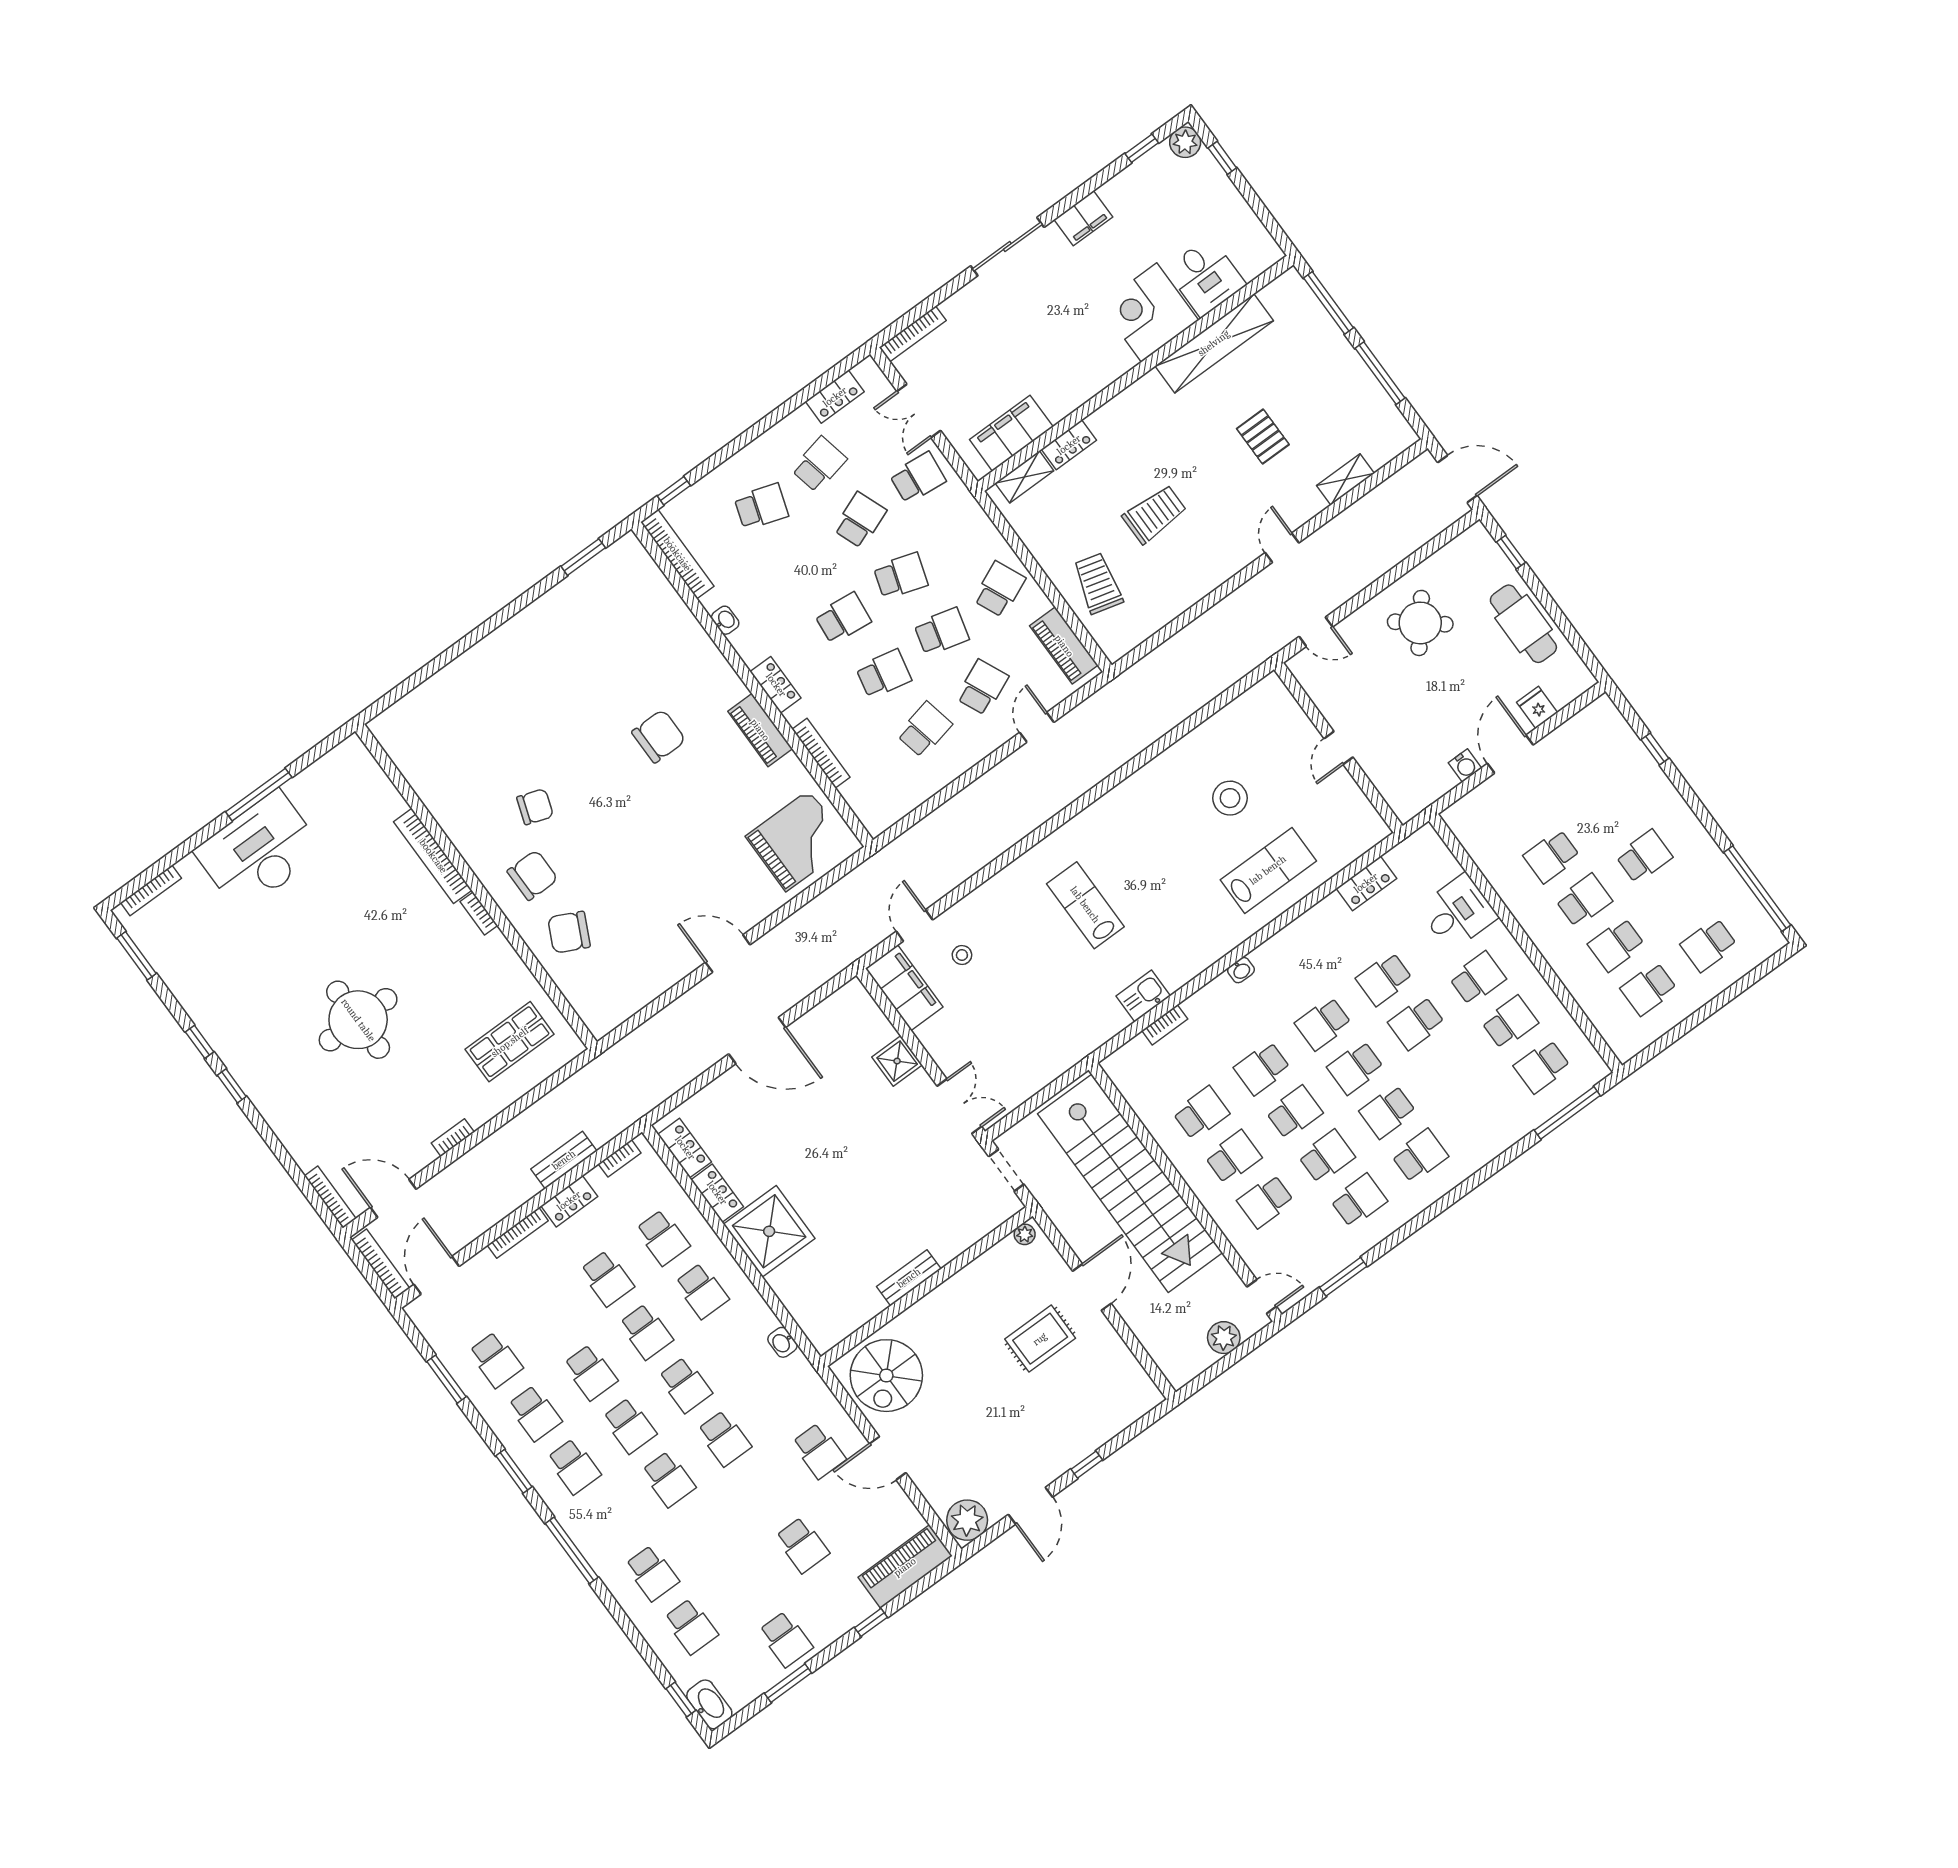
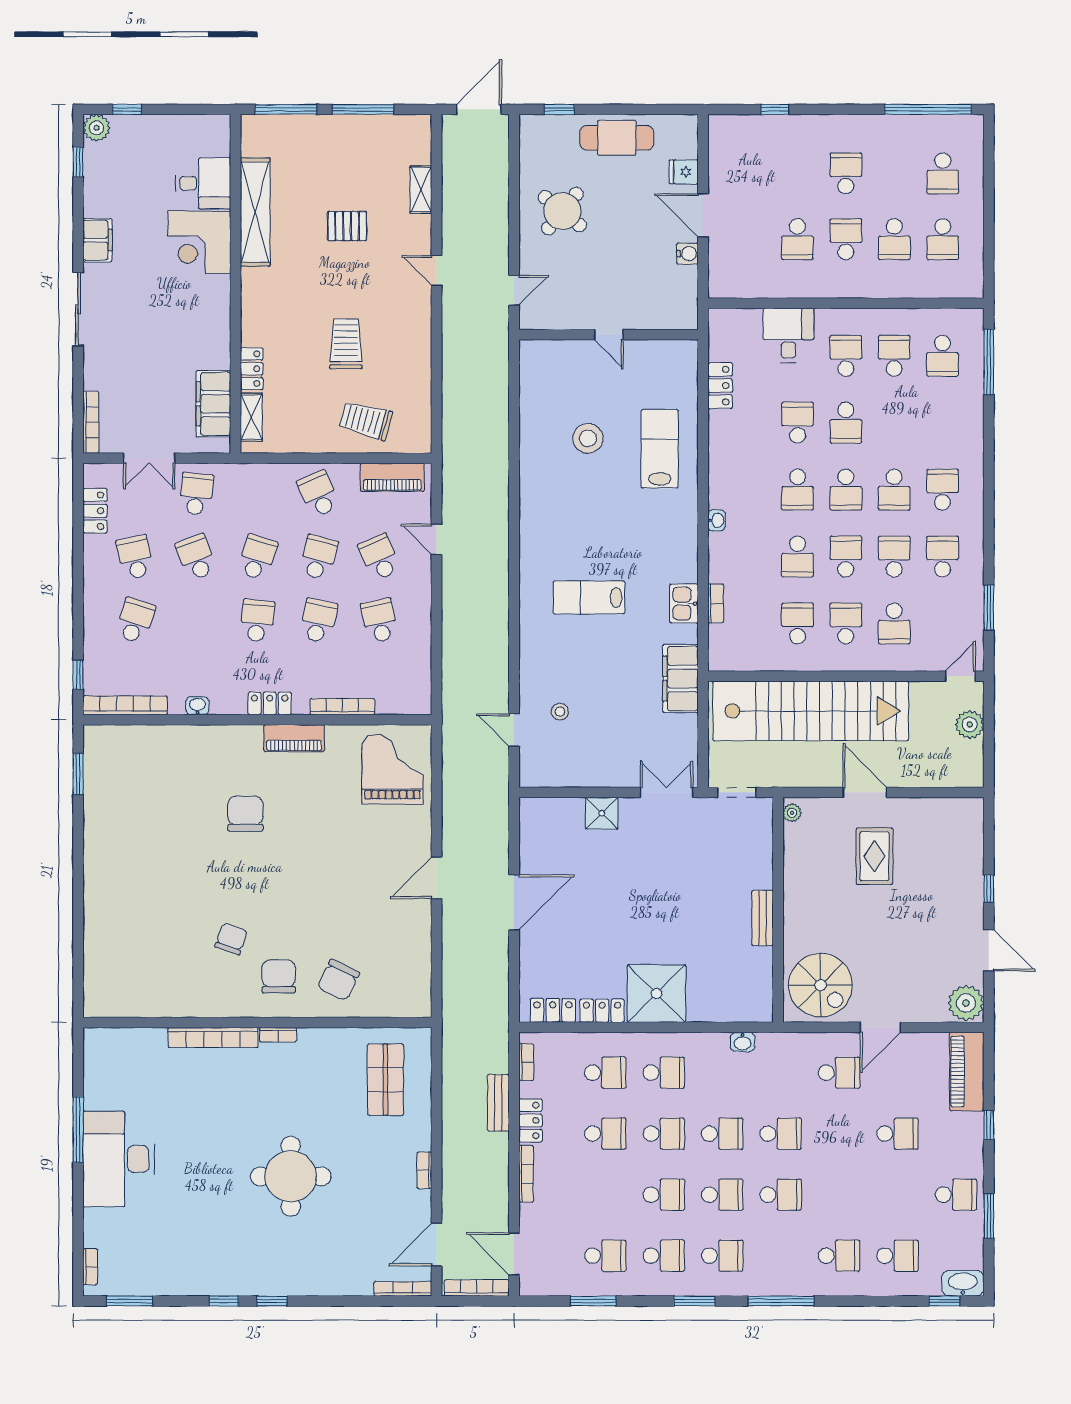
bookcase: (151, 890) -> (90, 1267), width x0.64
school desk: (1384, 979) -> (798, 423), turned 180
filing cabinet: (904, 988) -> (680, 679), moved, turned -90

